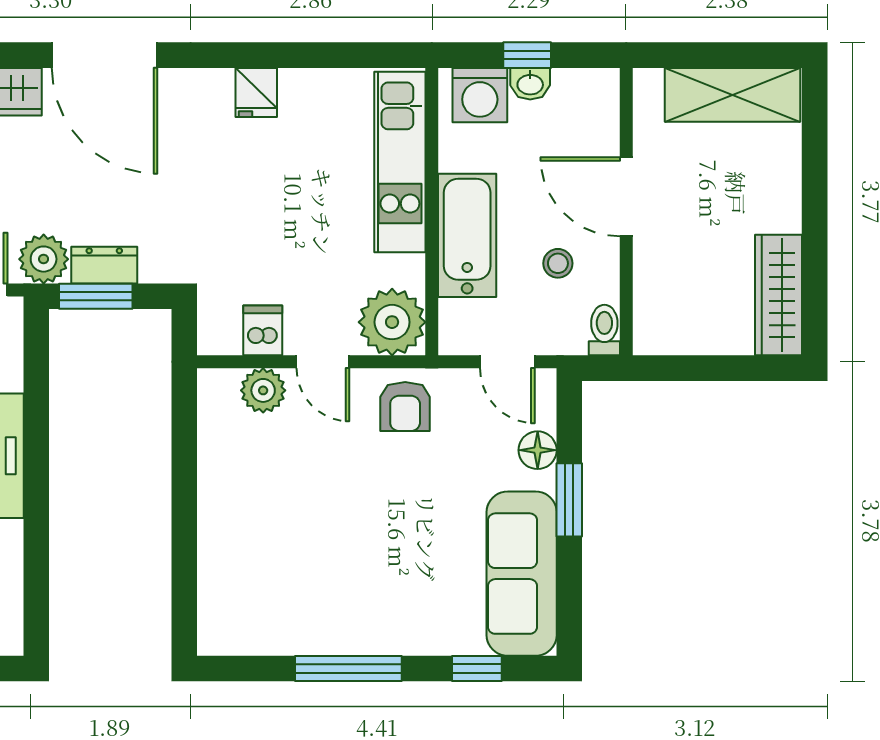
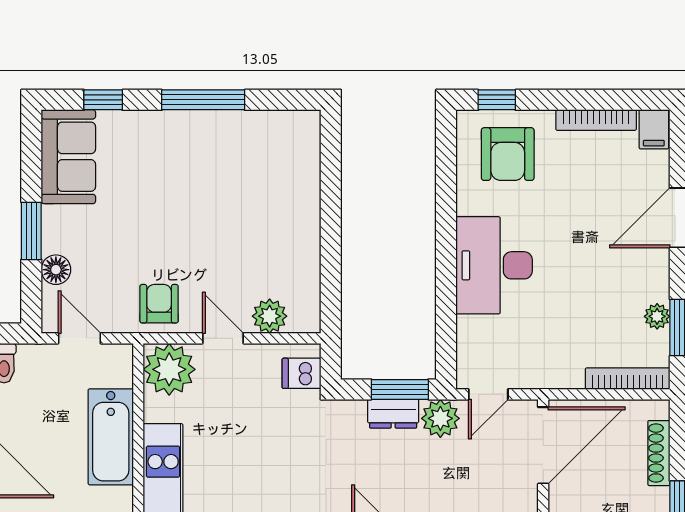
stool: (558, 263) -> (40, 415), removed
dishwasher: (263, 330) -> (302, 373), moved, turned 90
sofa: (522, 574) -> (68, 157), width x0.73

